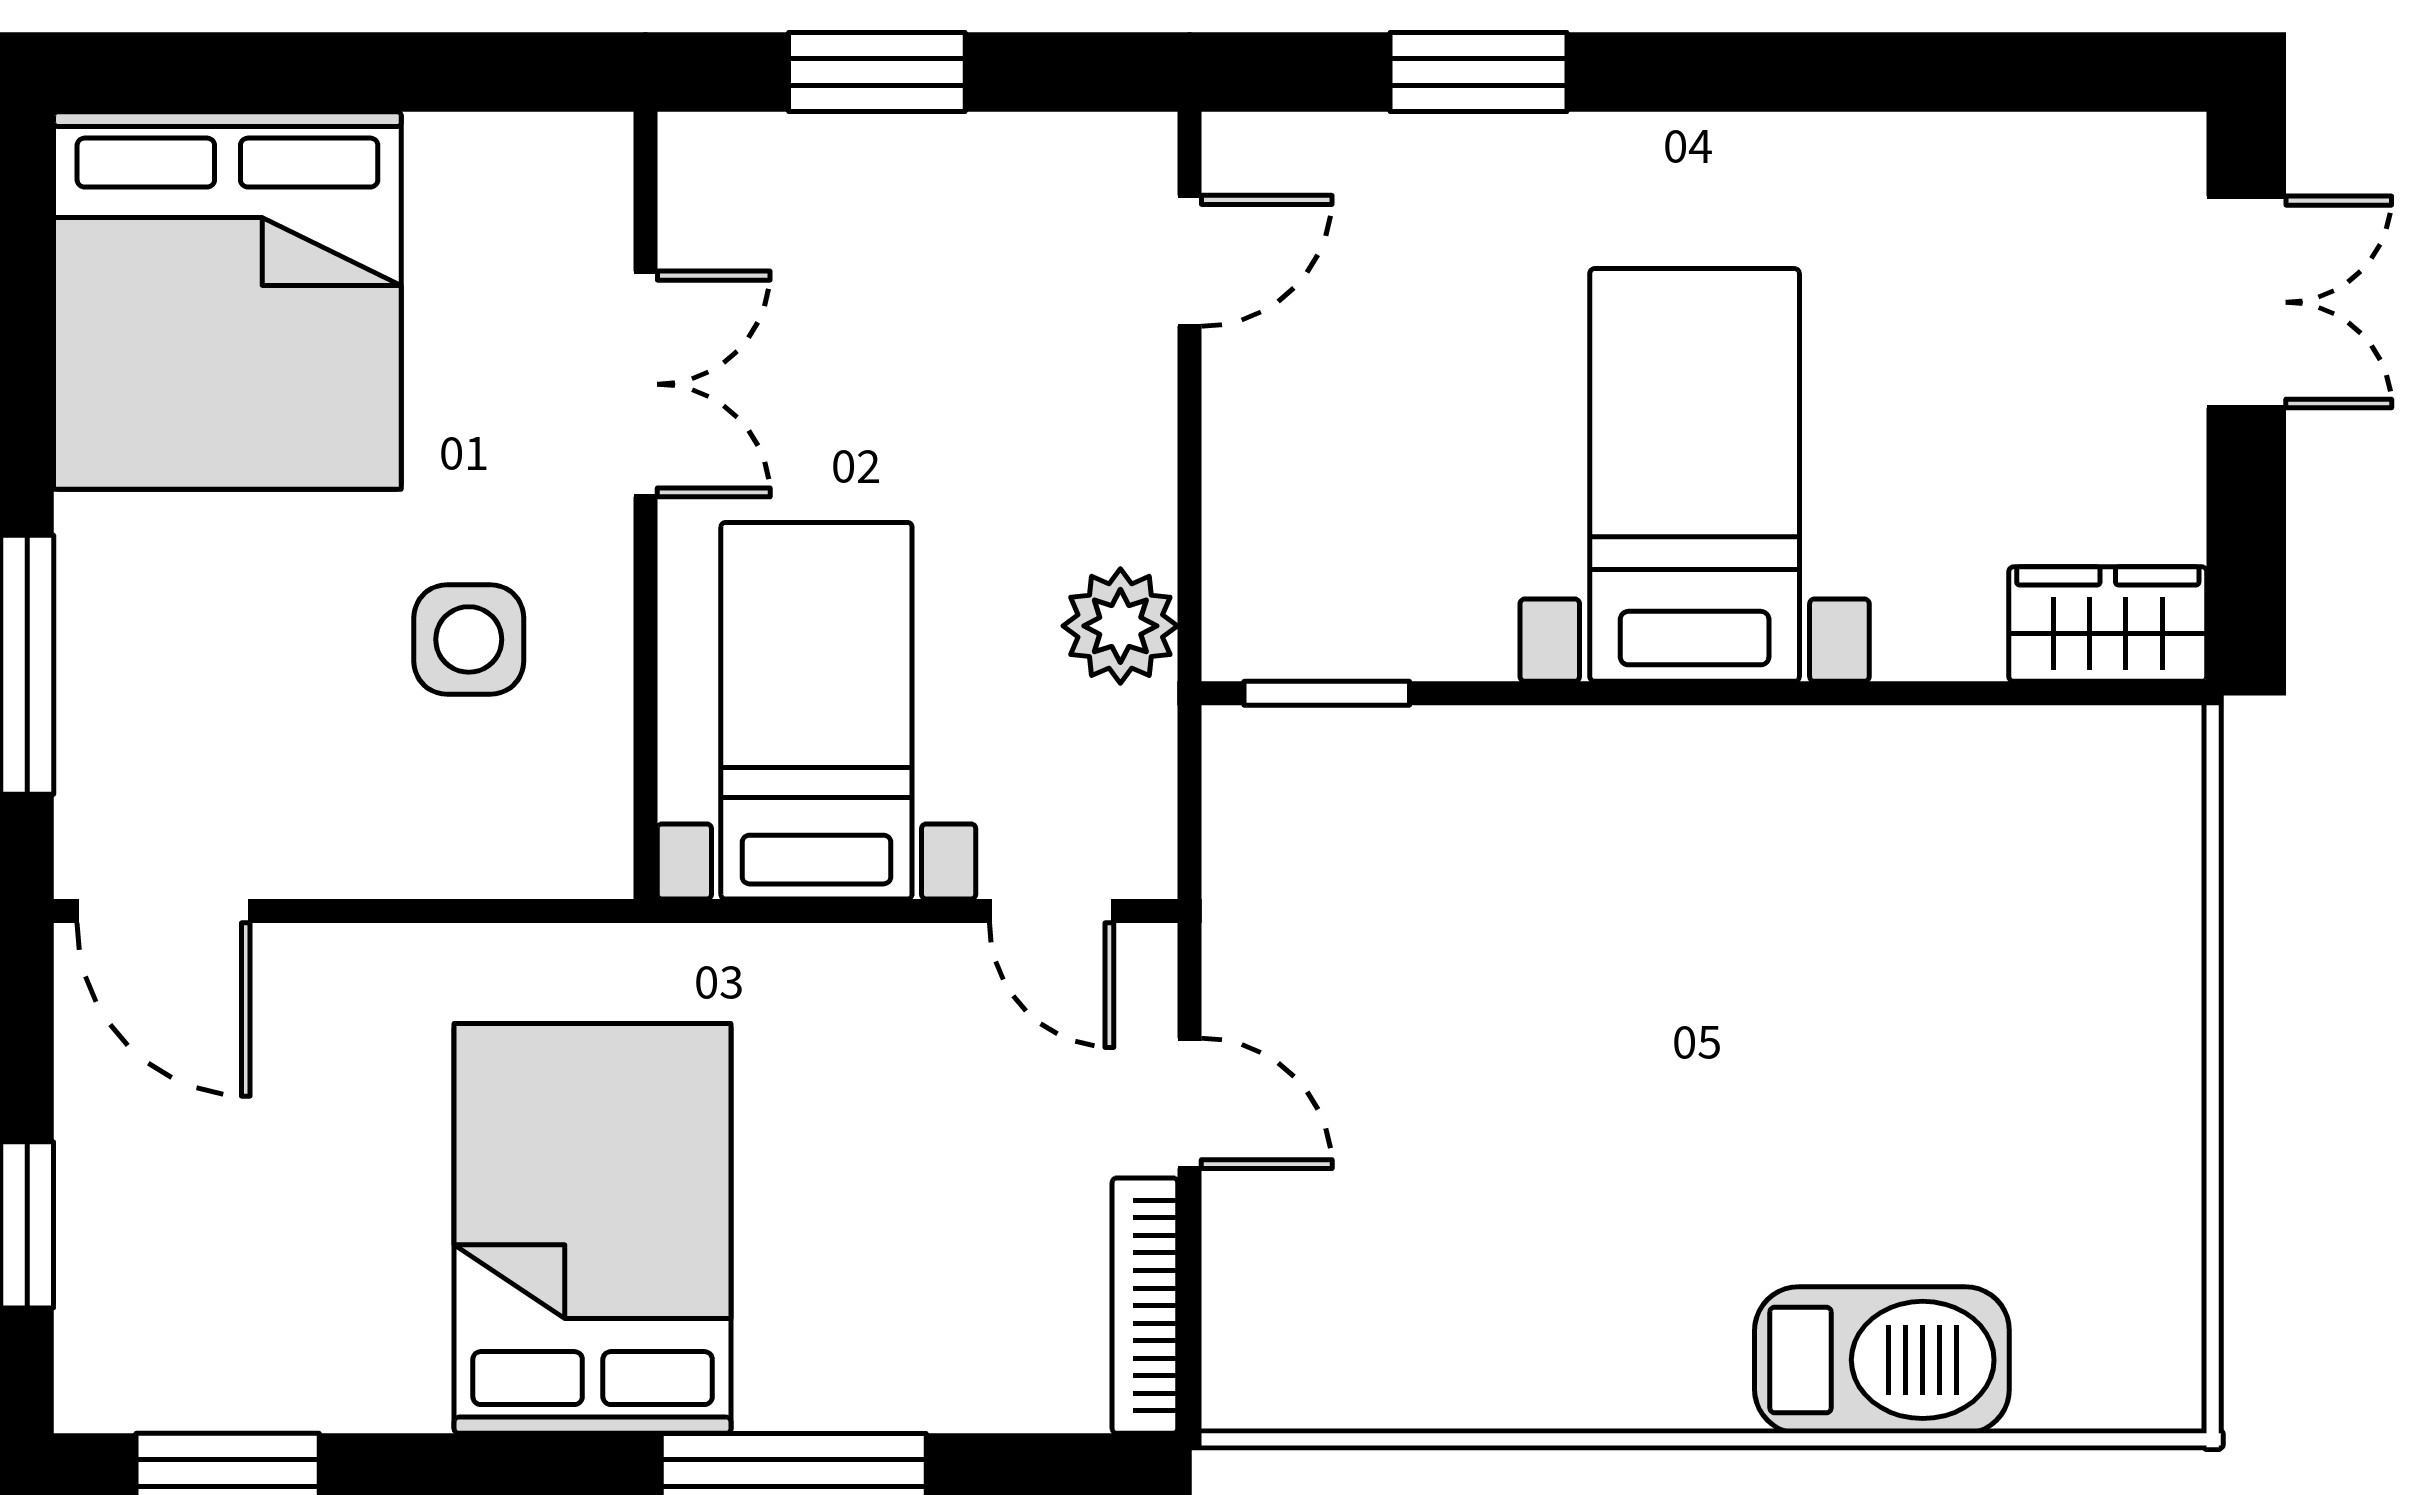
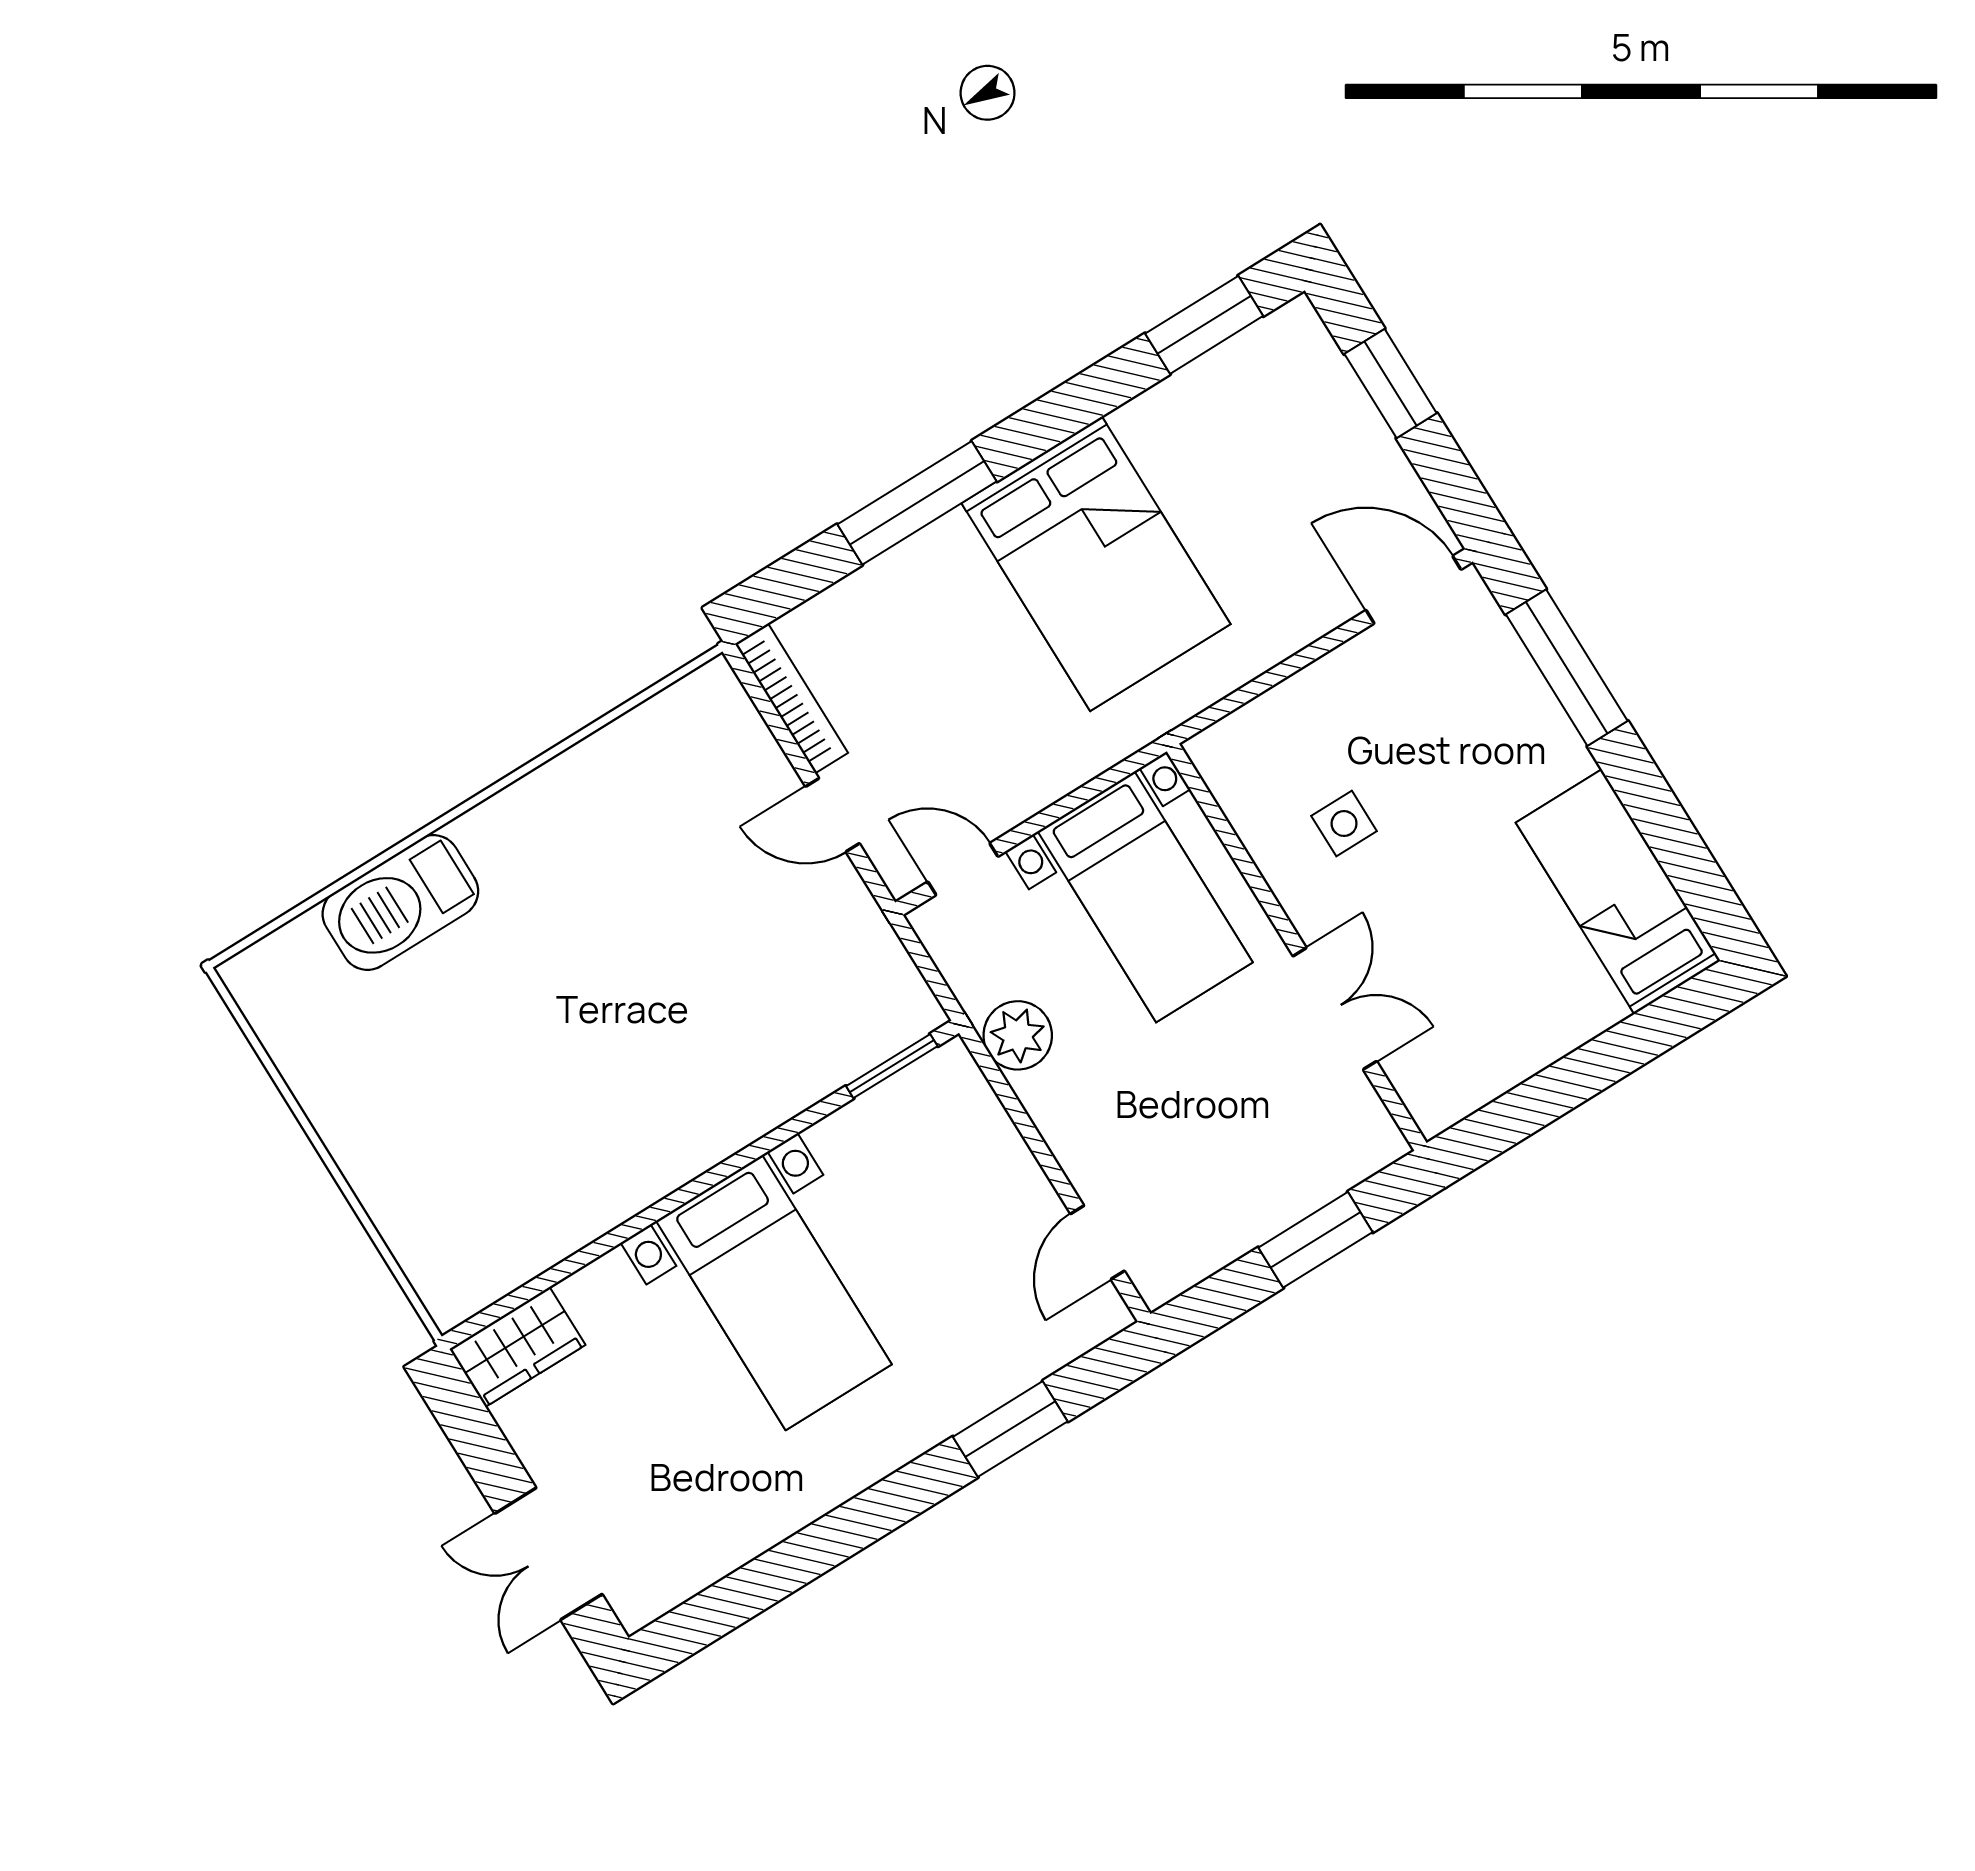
bed: (227, 300) -> (1618, 892), width x0.49
double door: (645, 384) -> (1335, 1009), swing flipped
side table: (469, 639) -> (1344, 824), width x0.73, depth x0.73

